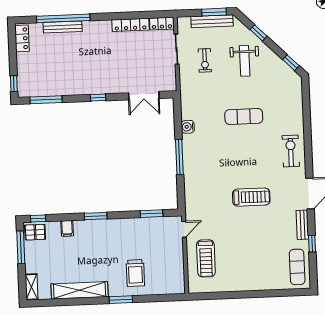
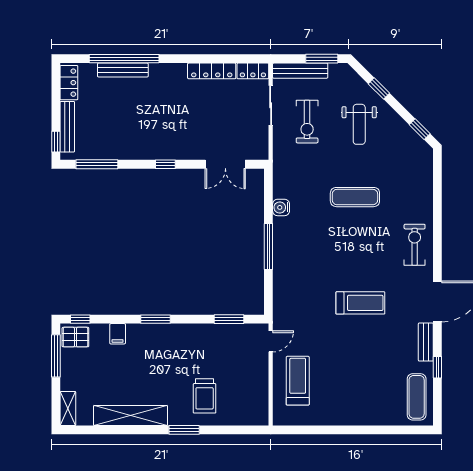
bench: (212, 21) -> (300, 71), moved
exercise bike: (205, 60) -> (307, 122), width x1.38, depth x1.39
bench: (22, 72) -> (67, 127), added
treadmill: (206, 258) -> (298, 381), turned 180

